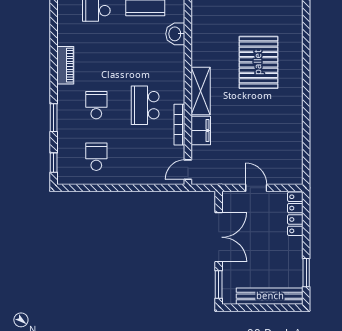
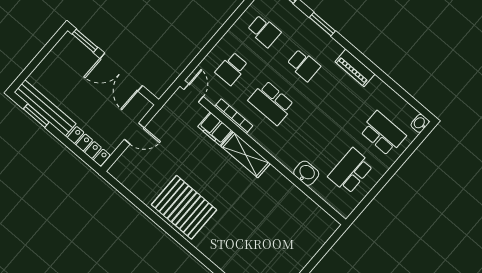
pallet: (258, 62) -> (184, 207), moved
school desk: (145, 105) -> (271, 103), turned 180
school desk: (145, 157) -> (232, 69), added
bench: (270, 296) -> (45, 108), moved, turned 90

